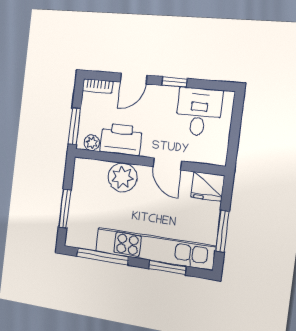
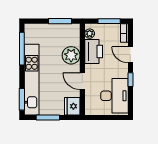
desk: (199, 112) -> (114, 96), width x1.37
window: (74, 126) -> (109, 21), moved
door: (167, 164) -> (82, 81), hinge flipped
window: (65, 209) -> (60, 21), moved
window: (167, 268) -> (22, 99), moved

